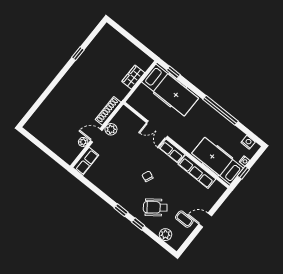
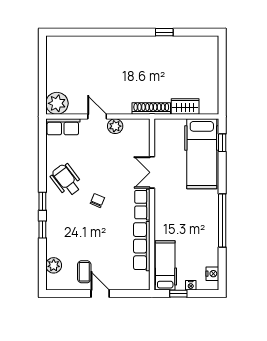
shoe rack: (108, 111) -> (151, 109), moved
plant: (83, 142) -> (57, 103), moved, width x1.88, depth x1.88
hospital bed: (218, 161) -> (165, 265), width x0.73, depth x0.78
wheelchair: (155, 207) -> (66, 180), moved

